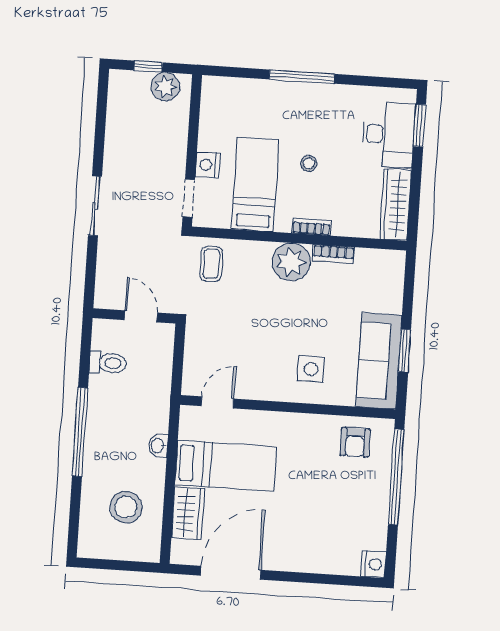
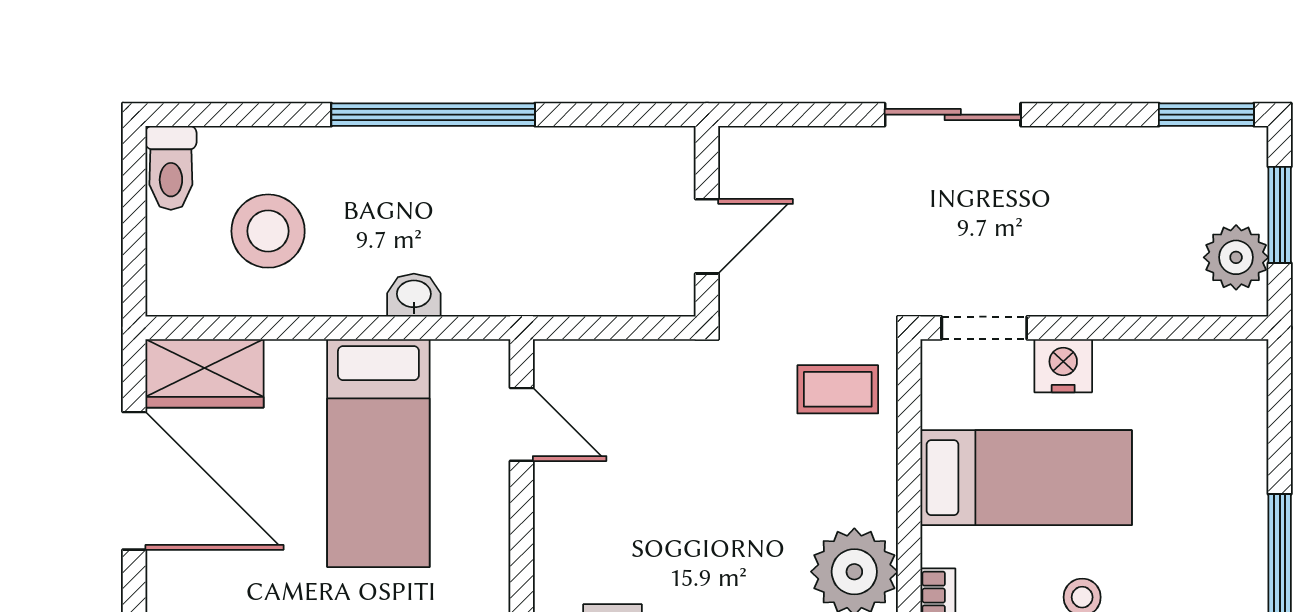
window: (148, 66) -> (1280, 215), width x1.50
window: (102, 95) -> (1206, 115), added
toilet: (108, 363) -> (171, 168), moved
wardrobe: (188, 513) -> (204, 373), moved

